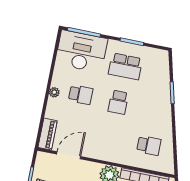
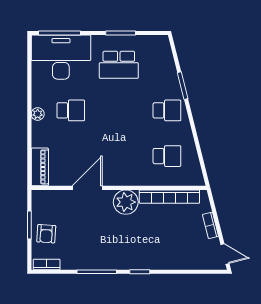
school desk: (118, 102) -> (167, 110), moved, turned -90
door: (69, 155) -> (87, 188), moved

